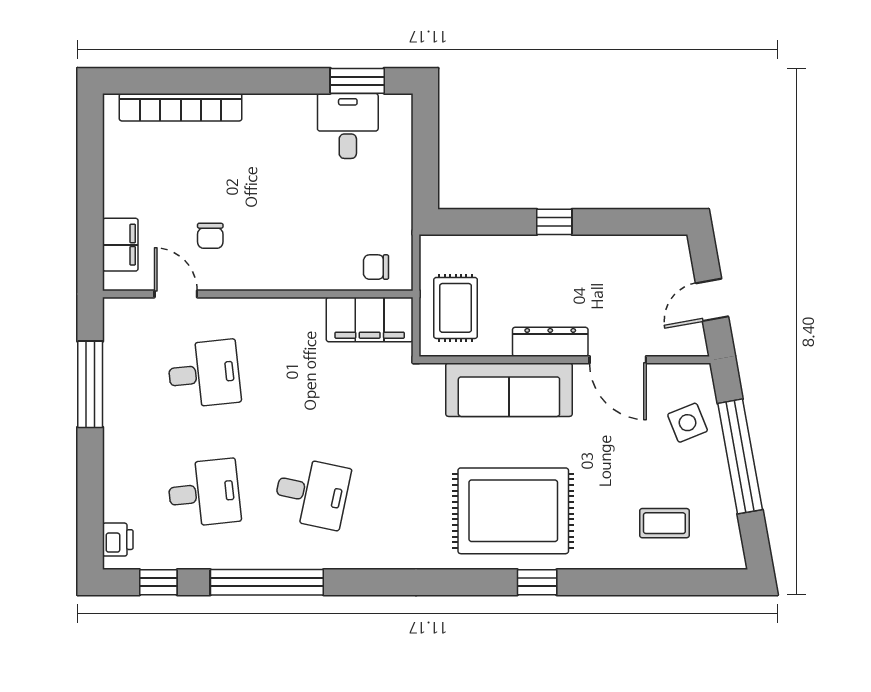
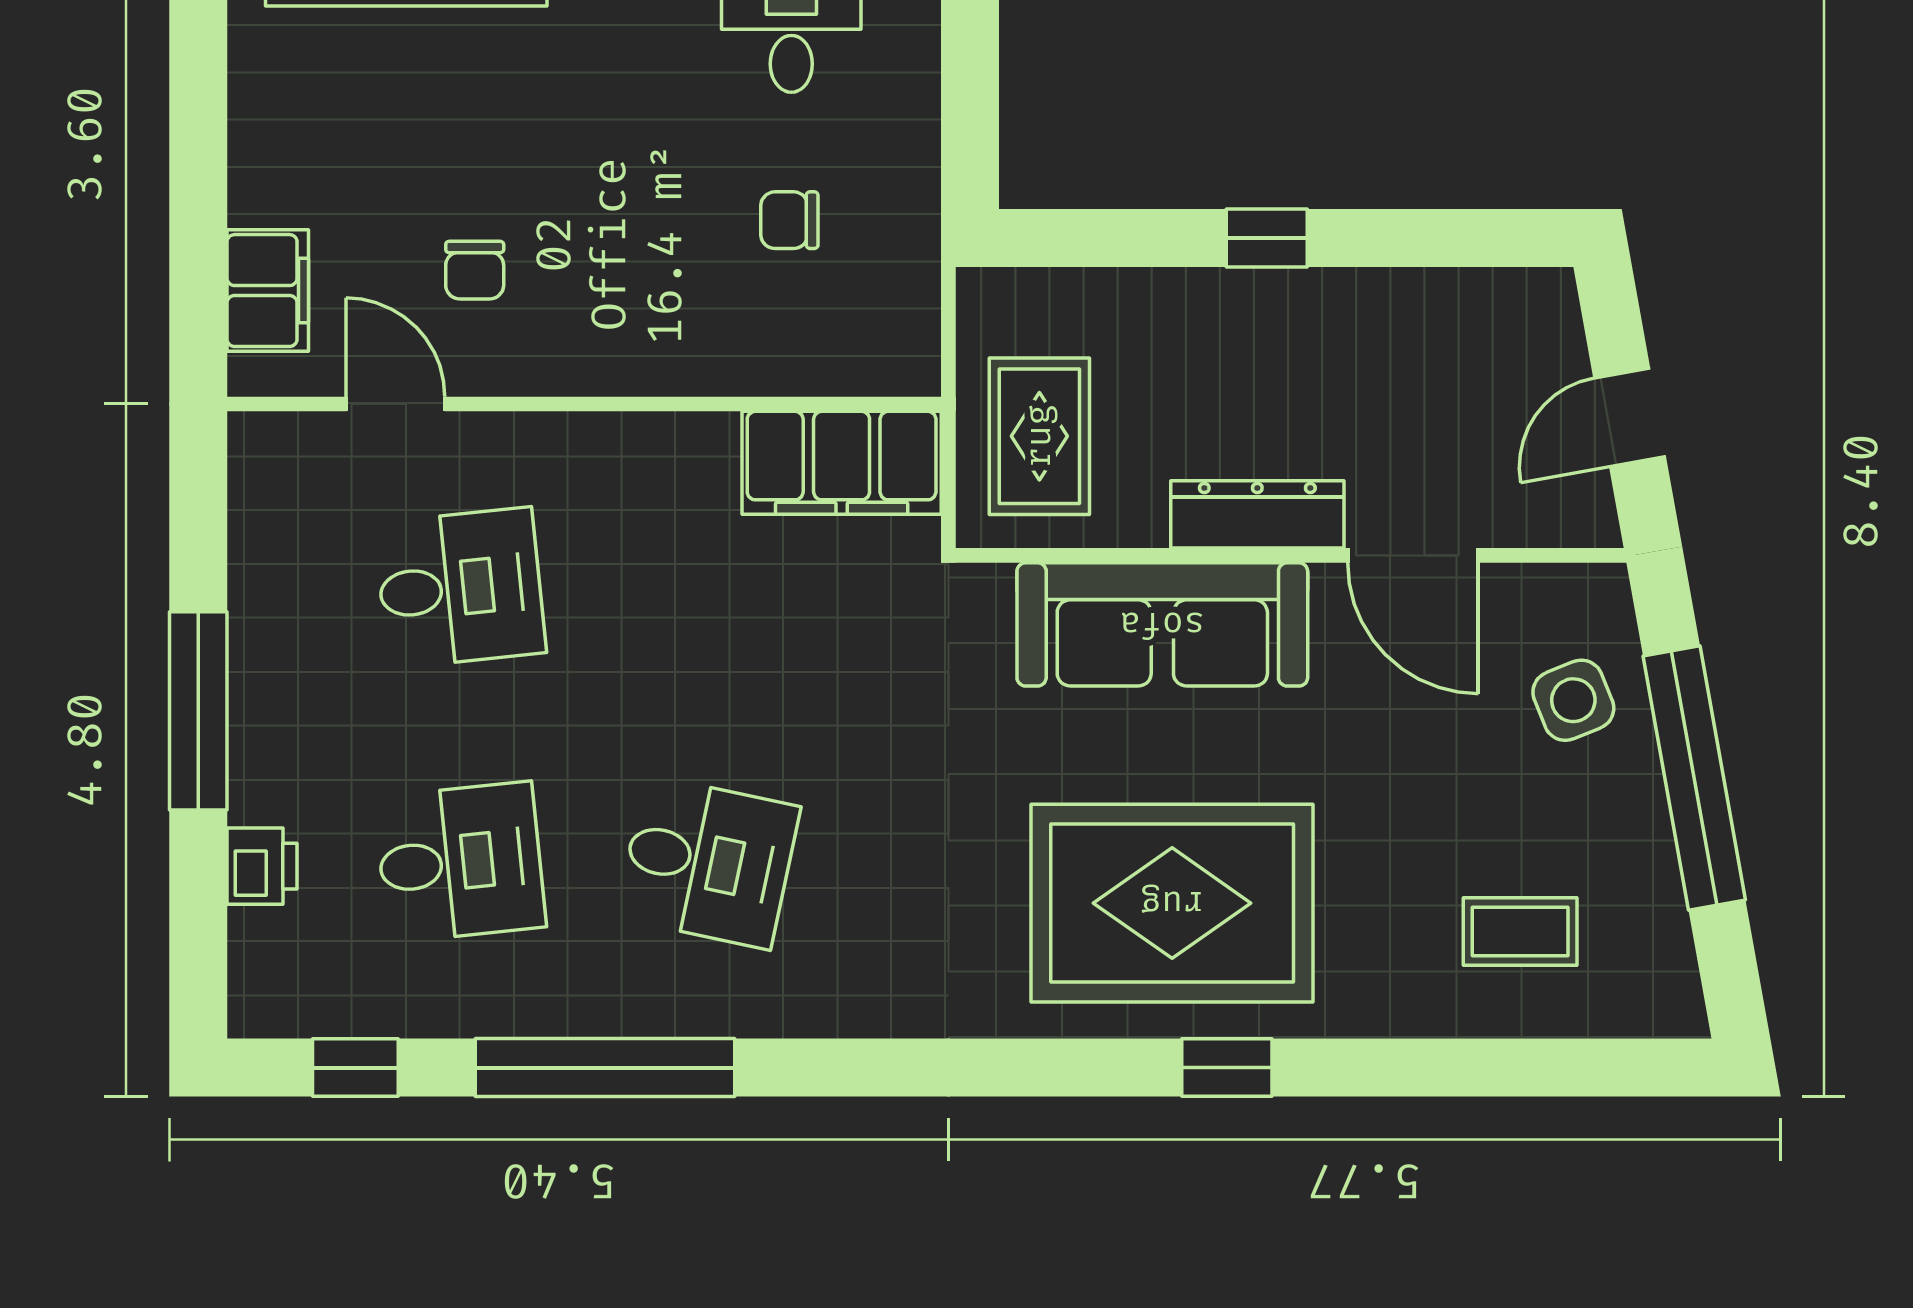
chair: (376, 267) -> (789, 220), moved
window: (90, 384) -> (198, 711), moved
printer: (118, 540) -> (262, 866), moved

